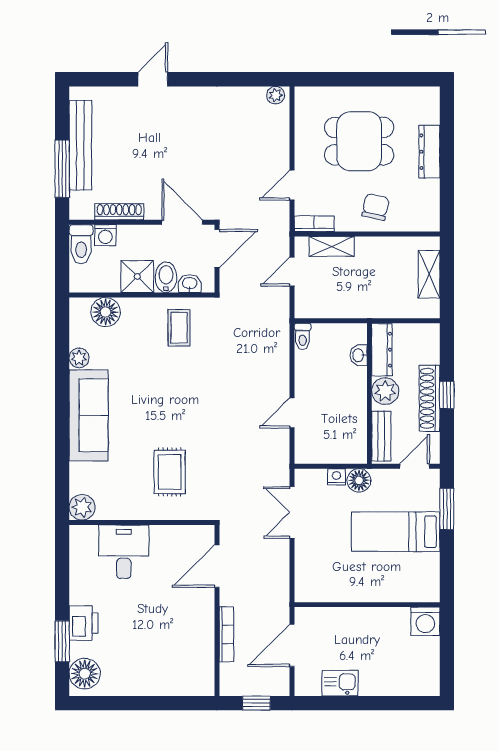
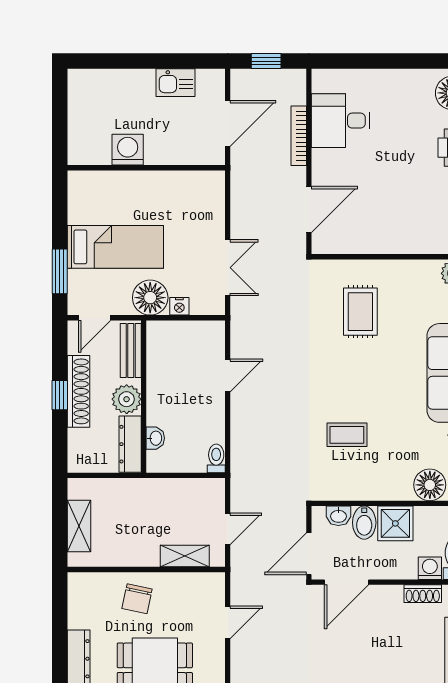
shoe rack: (119, 212) -> (423, 594), width x0.70
door: (182, 222) -> (347, 582), hinge flipped
bookcase: (314, 224) -> (204, 581), removed
coffee table: (179, 328) -> (347, 435), moved, turned 90
floor lamp: (359, 480) -> (150, 298), width x1.38, depth x1.38
desk: (124, 552) -> (341, 121), moved, turned 90
washing machine: (425, 621) -> (128, 150), moved

